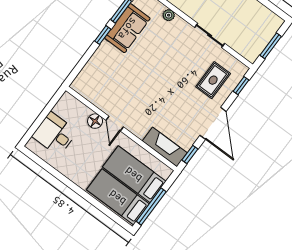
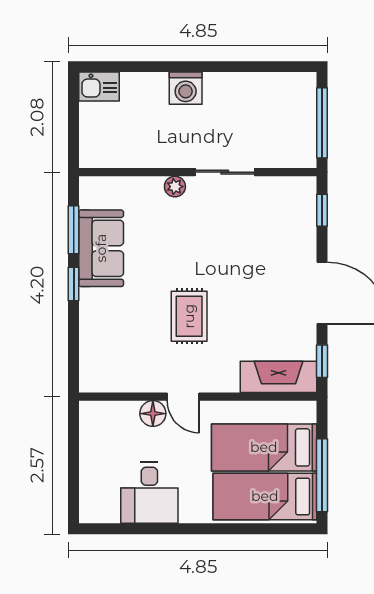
plant: (169, 15) -> (175, 187), moved
window: (271, 46) -> (322, 123), width x1.44
rug: (213, 80) -> (189, 316), moved
desk: (55, 134) -> (149, 493), moved, turned -90

